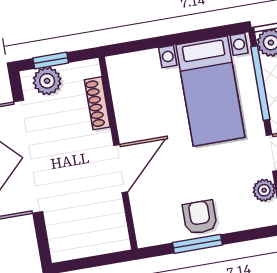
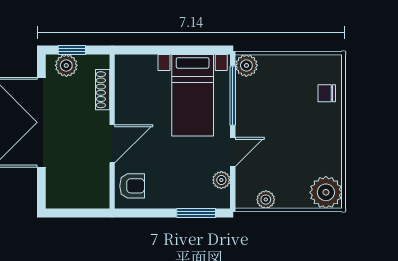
armchair: (200, 217) -> (132, 186), moved, turned 90
window: (197, 244) -> (196, 213), moved

